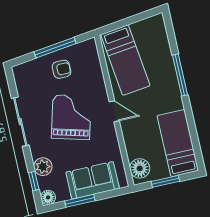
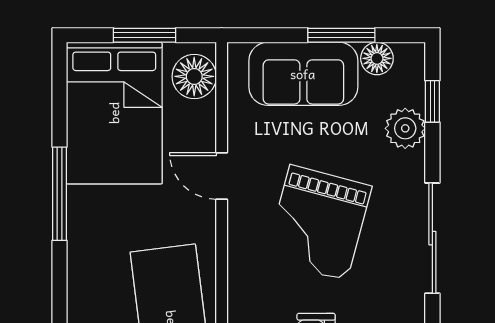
window: (180, 75) -> (60, 194), moved
door: (114, 111) -> (222, 176), moved
bed: (178, 143) -> (114, 113), width x1.50
floor lamp: (48, 197) -> (377, 58), moved

